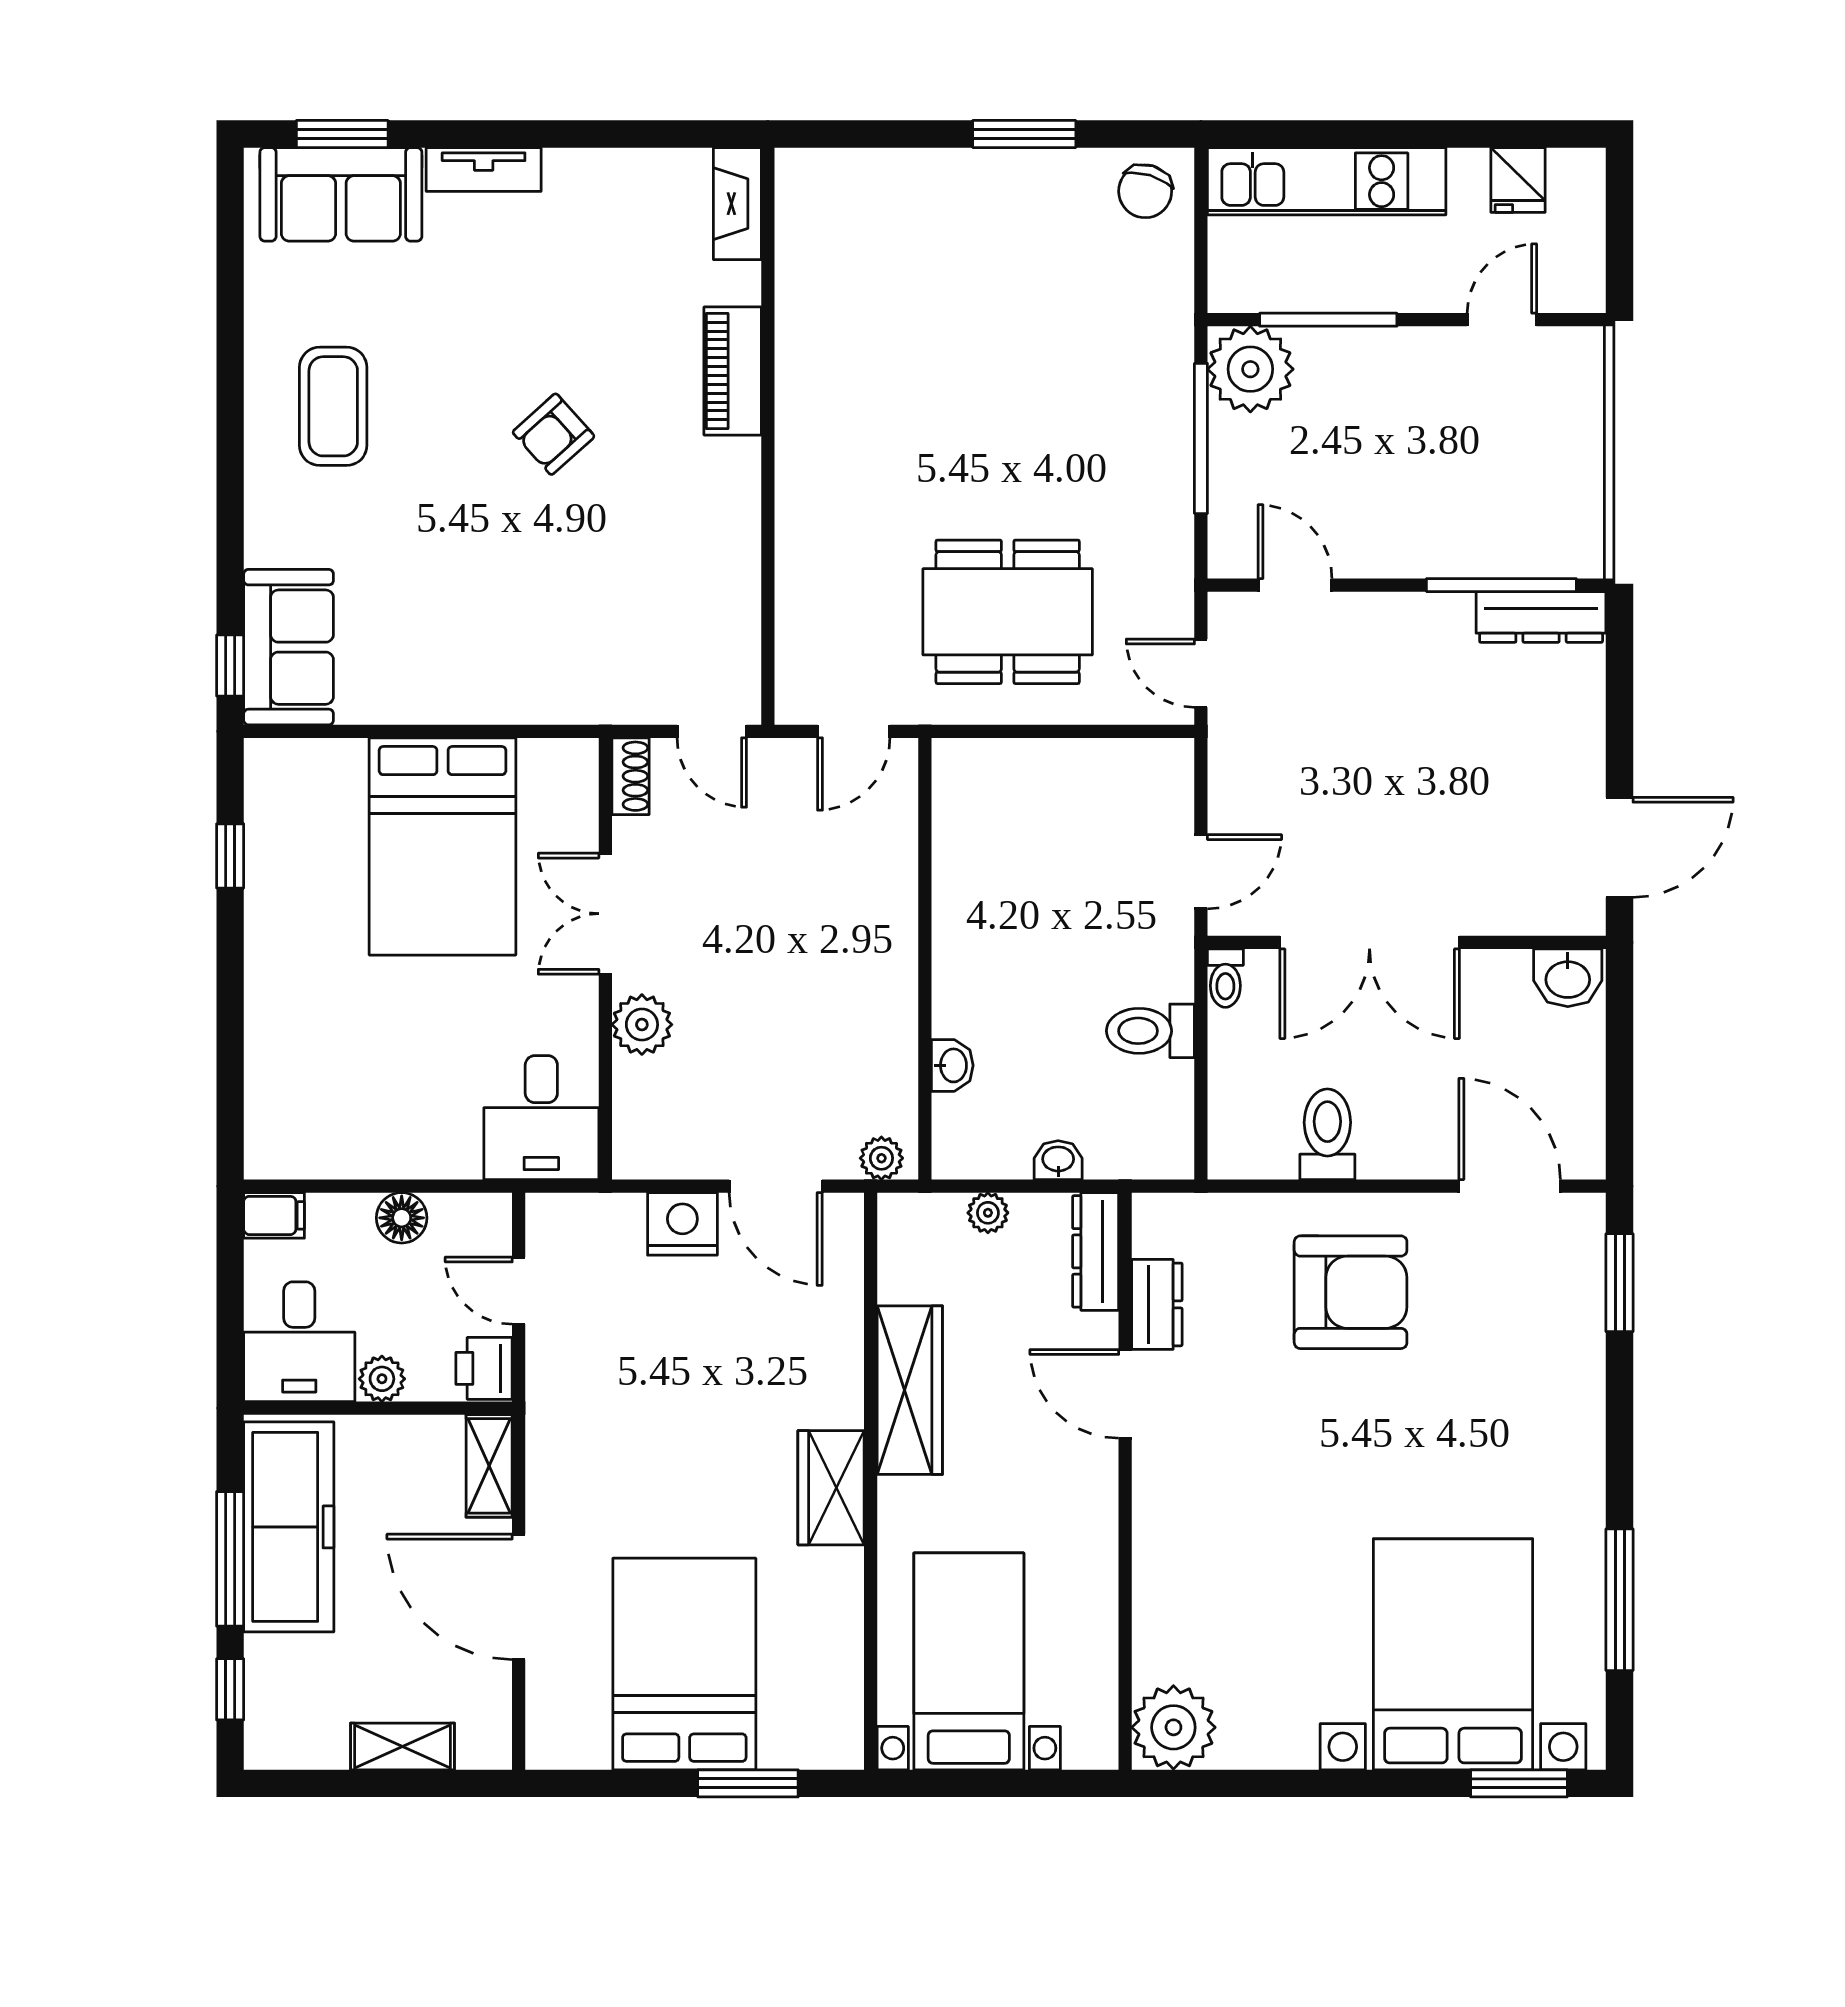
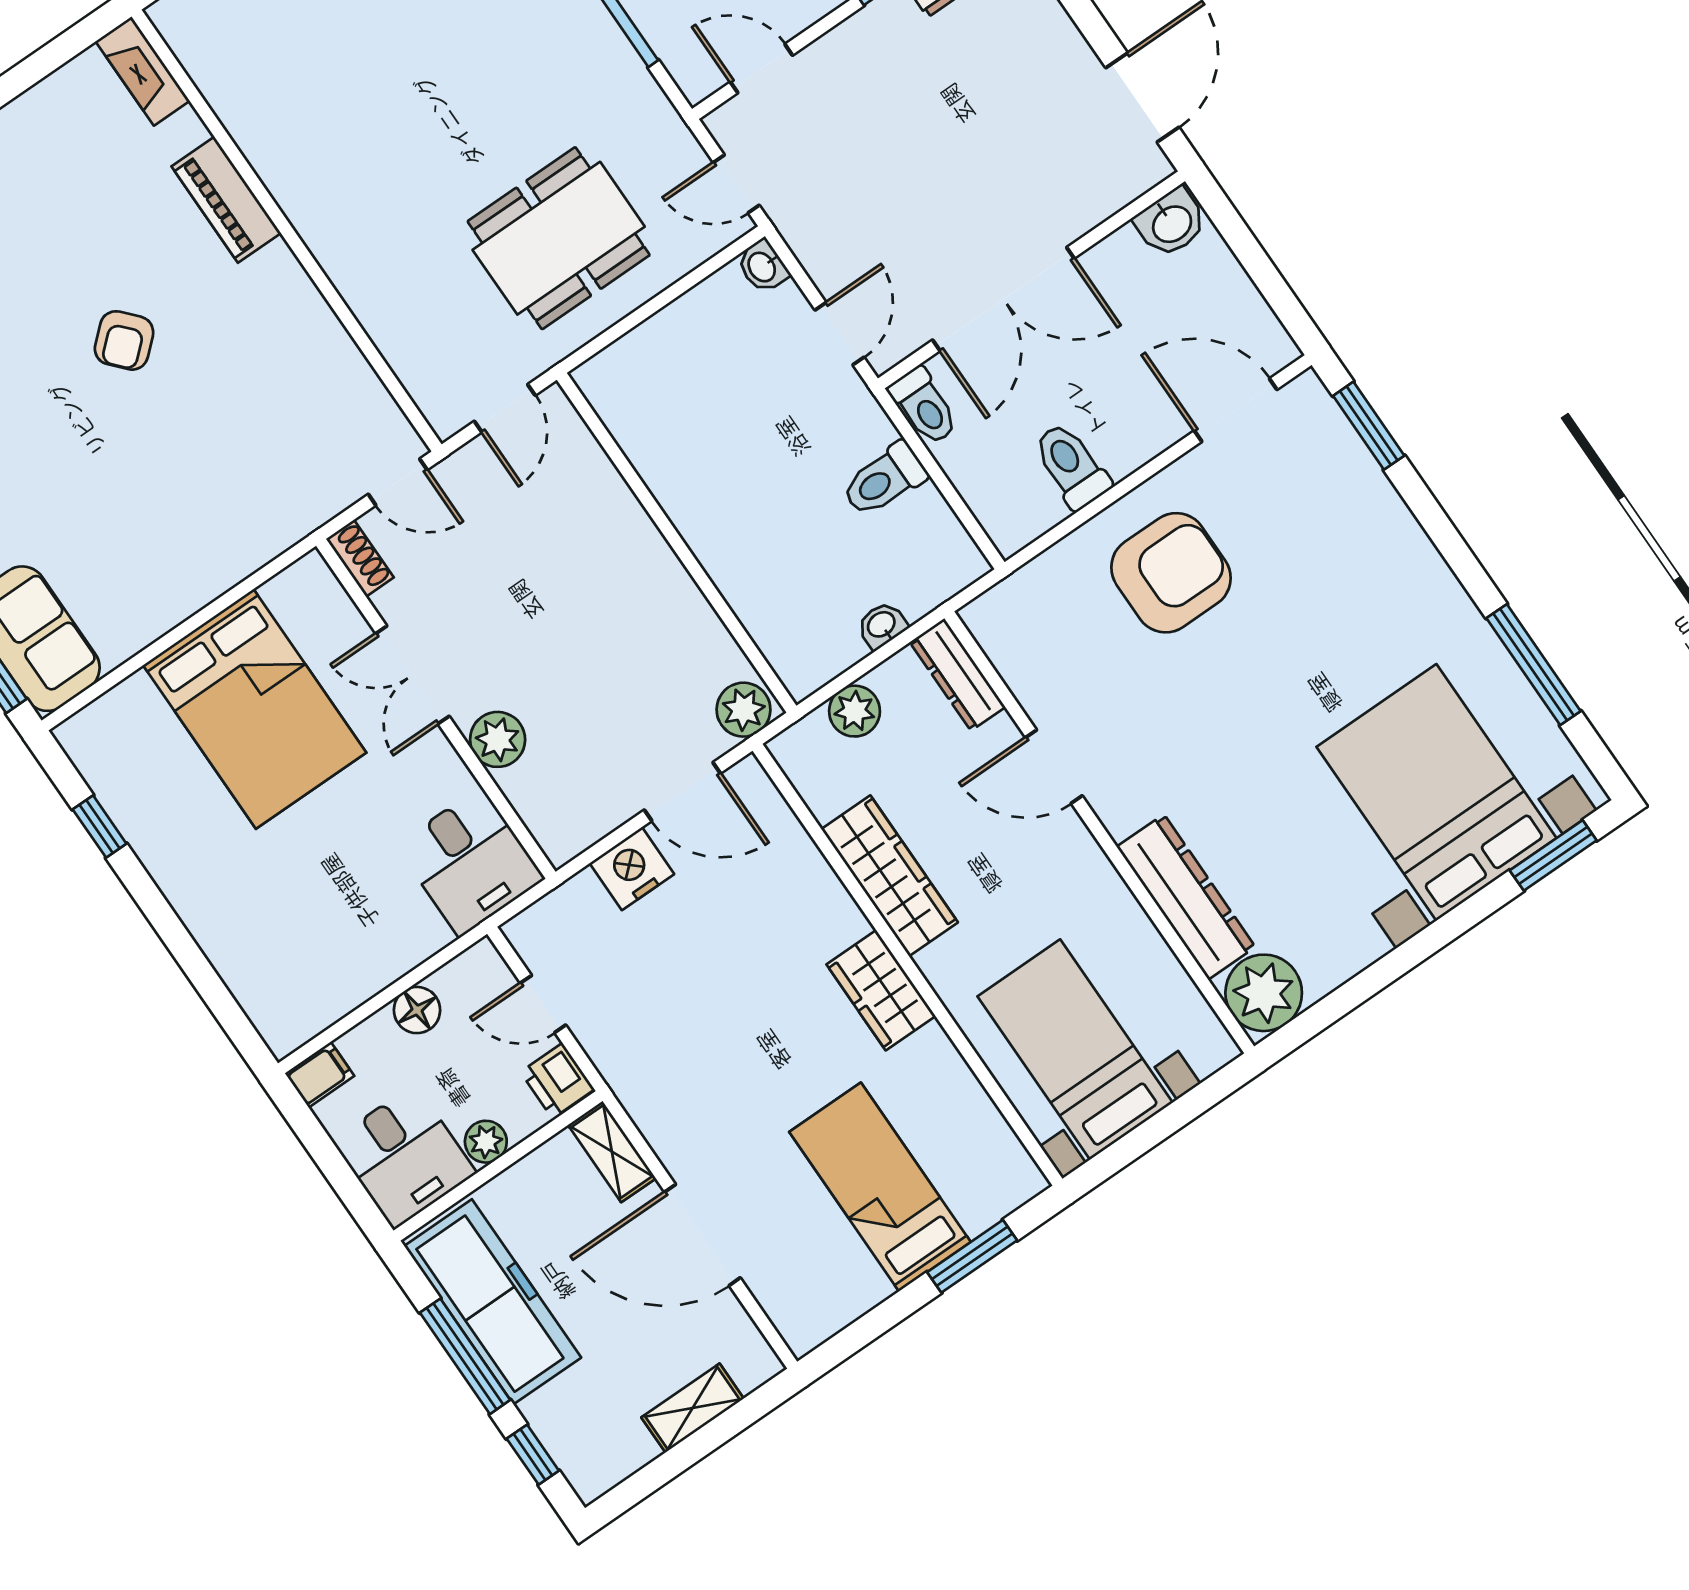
toilet: (1225, 978) -> (924, 406), width x1.37, depth x1.39
washbasin: (952, 1065) -> (763, 266), moved, turned 180
plant: (881, 1158) -> (744, 710), width x1.38, depth x1.38
plant: (988, 1213) -> (855, 711), width x1.38, depth x1.38
dresser: (1157, 1304) -> (1186, 897), moved, width x1.96, depth x1.24
bed: (684, 1664) -> (880, 1187), width x0.67

